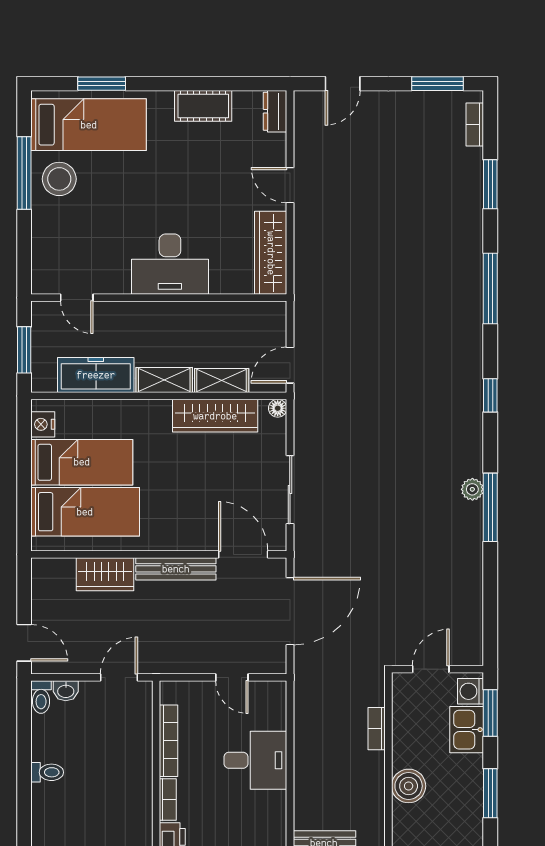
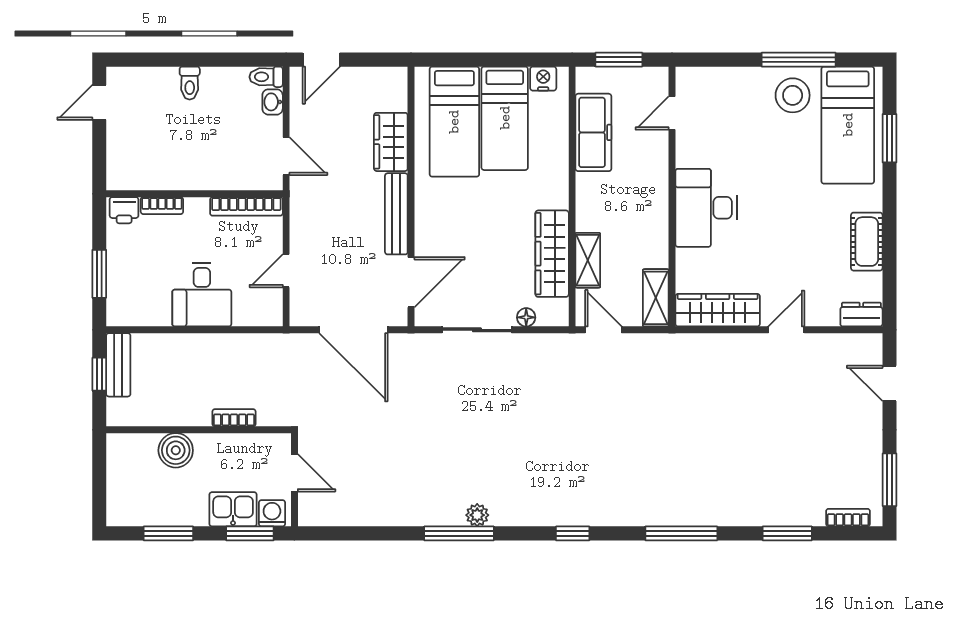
shelving: (164, 380) -> (656, 298), moved
floor lamp: (278, 408) -> (526, 317), moved
bookcase: (169, 741) -> (246, 206), moved

